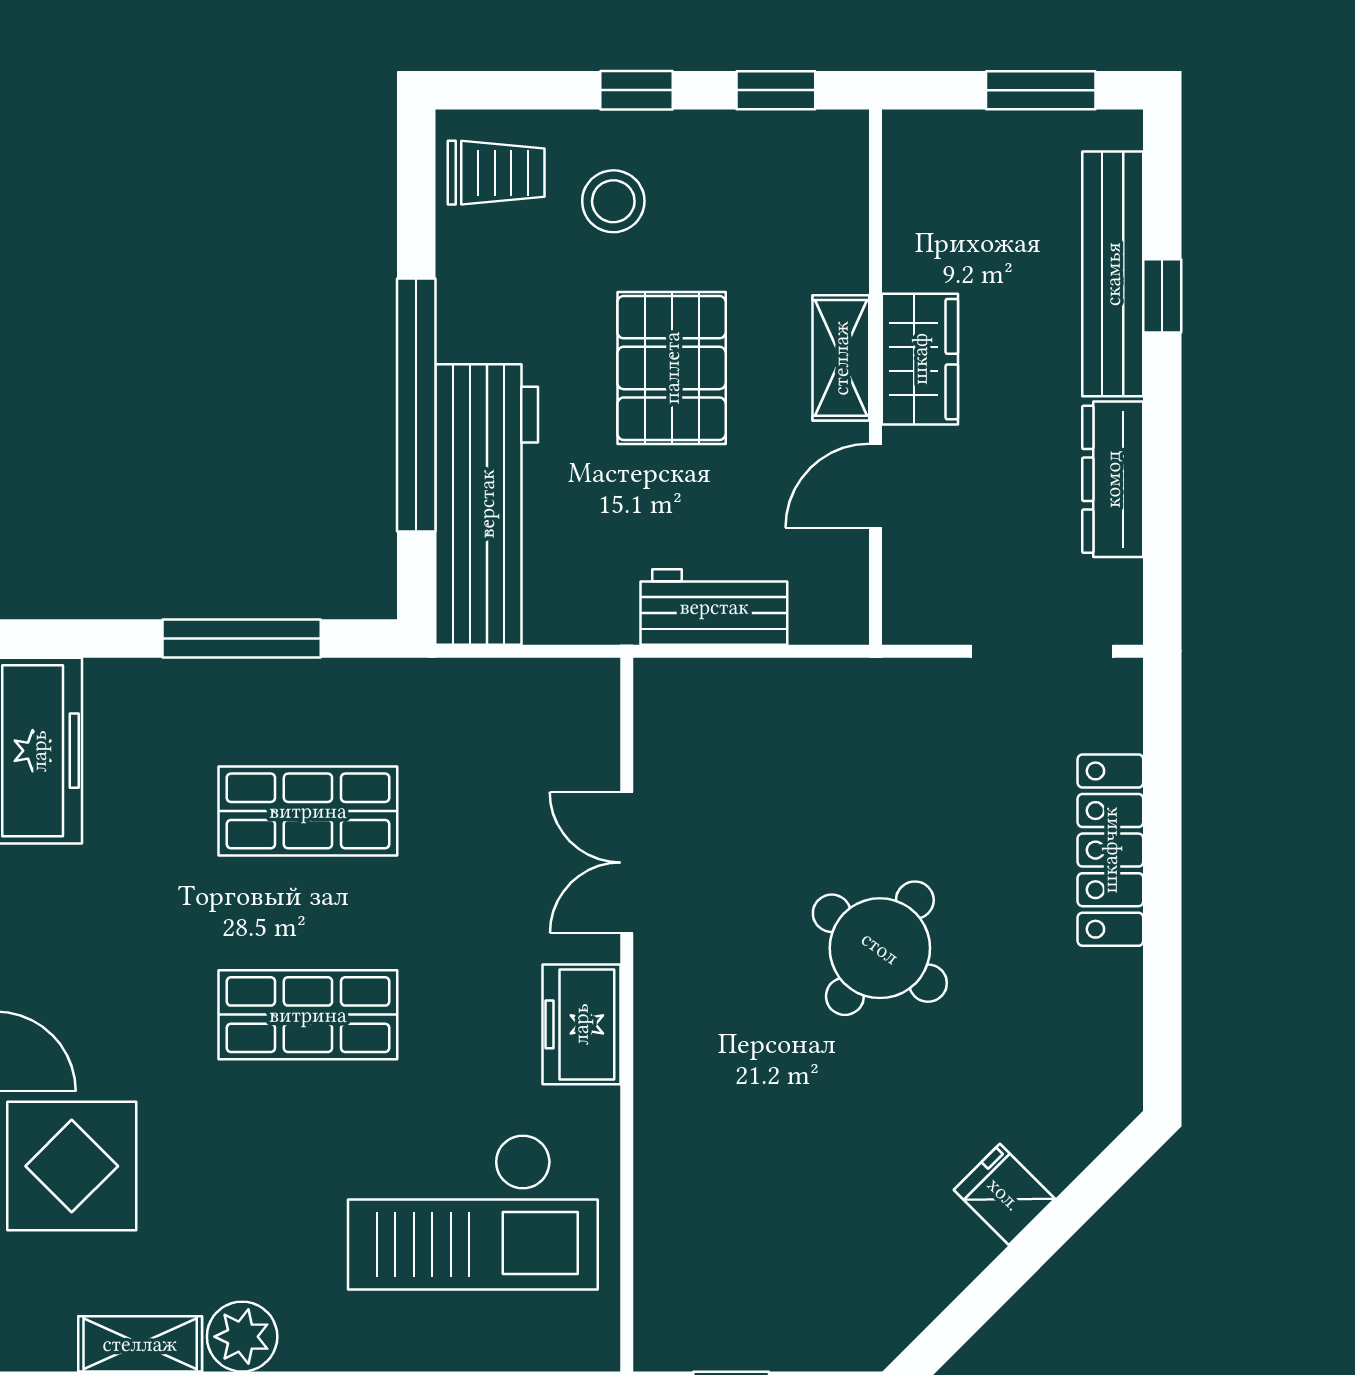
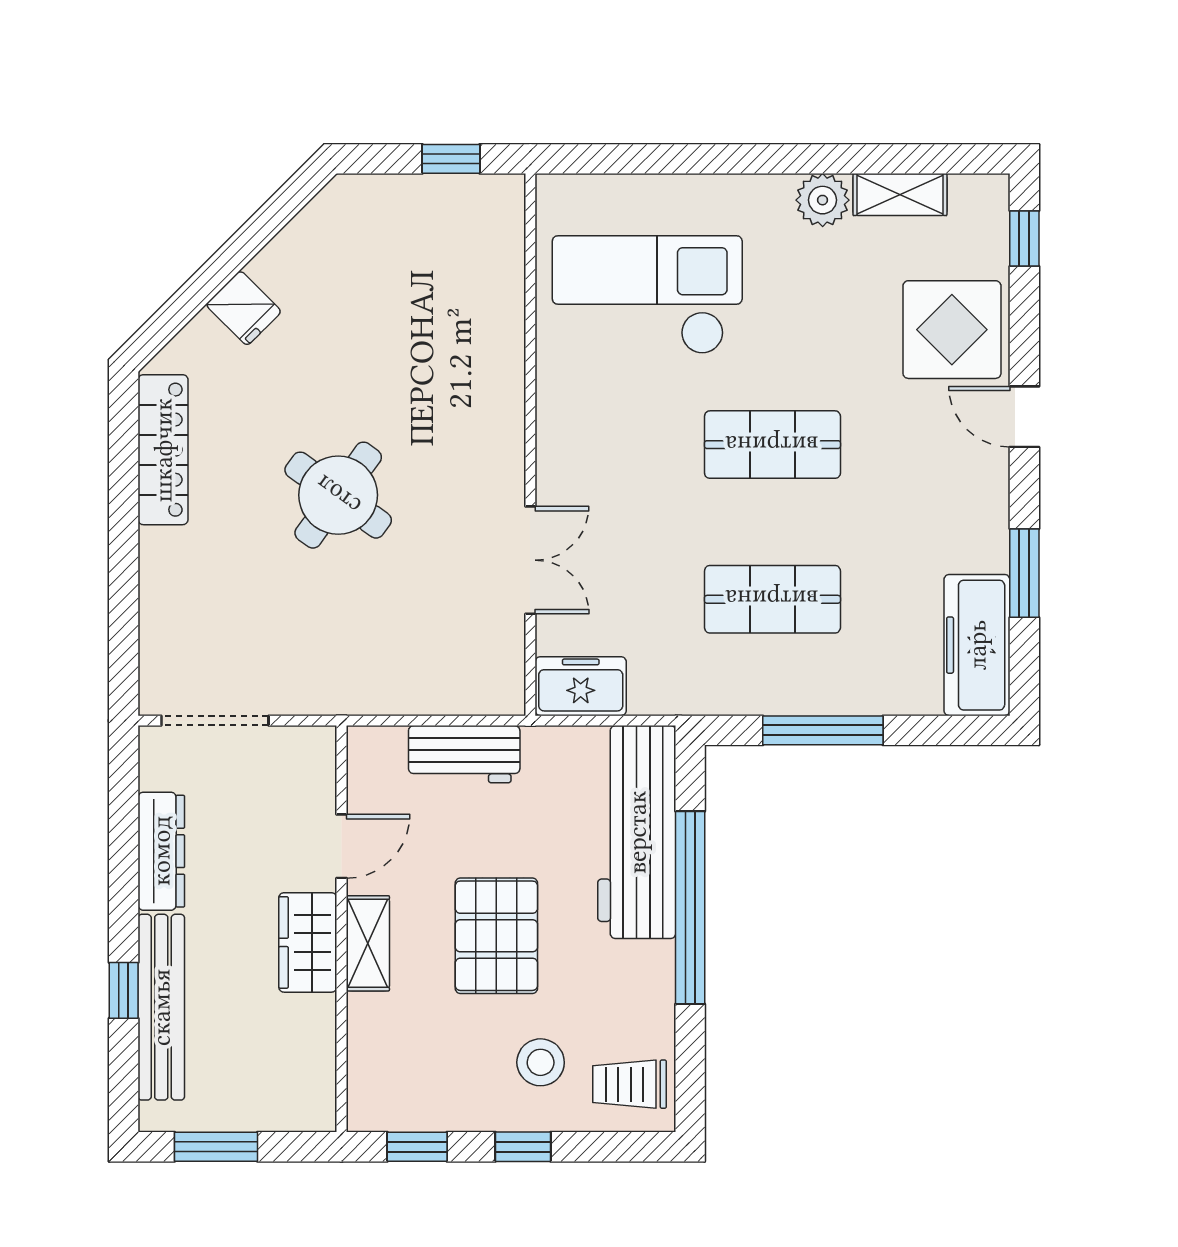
locker: (1110, 850) -> (163, 450), moved
freezer: (581, 1024) -> (581, 686), moved, turned -90

